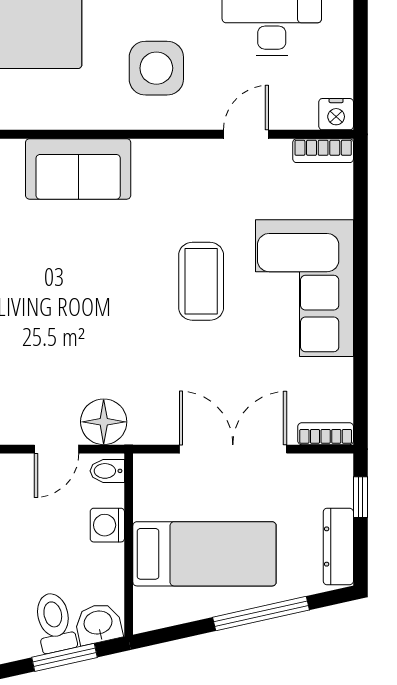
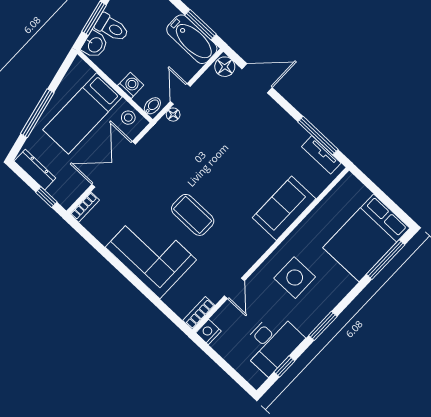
floor lamp: (104, 422) -> (173, 115), width x0.53, depth x0.53
double door: (233, 449) -> (114, 164), swing flipped
stool: (153, 488) -> (128, 118), added

